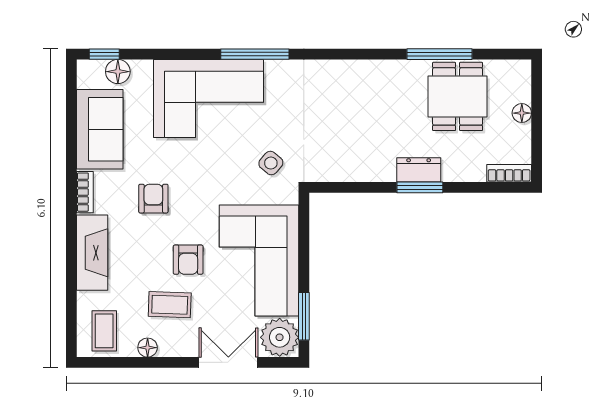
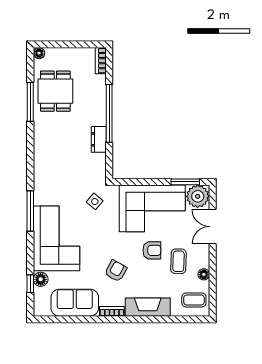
window: (104, 54) -> (30, 284), moved
floor lamp: (118, 72) -> (41, 279), moved
dining table: (458, 96) -> (55, 91), turned 90
floor lamp: (522, 113) -> (39, 53), moved
dresser: (419, 170) -> (99, 139), moved
window: (420, 187) -> (109, 113), width x2.11
armchair: (153, 199) -> (116, 271), turned 119

